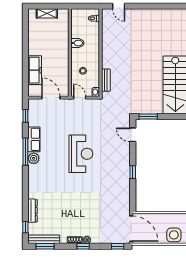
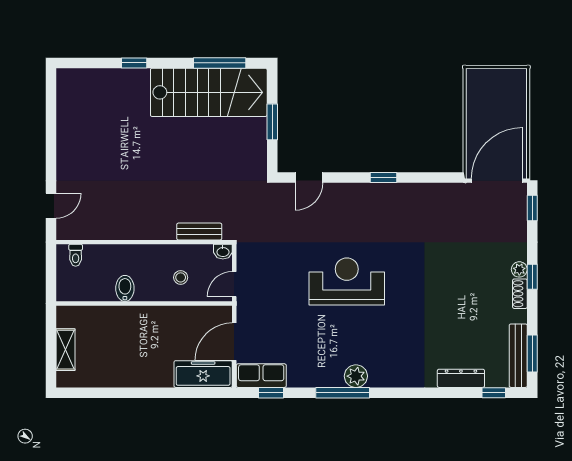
freezer: (35, 70) -> (203, 374), moved
window: (148, 116) -> (272, 122), moved
row of seats: (34, 139) -> (261, 376), moved
side table: (174, 235) -> (509, 95), removed

